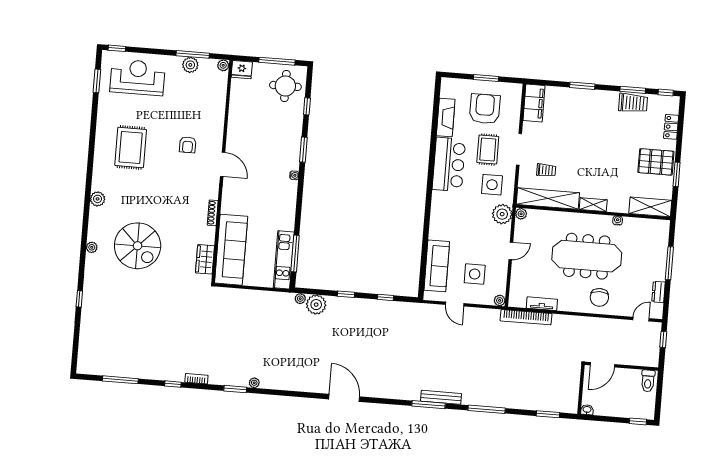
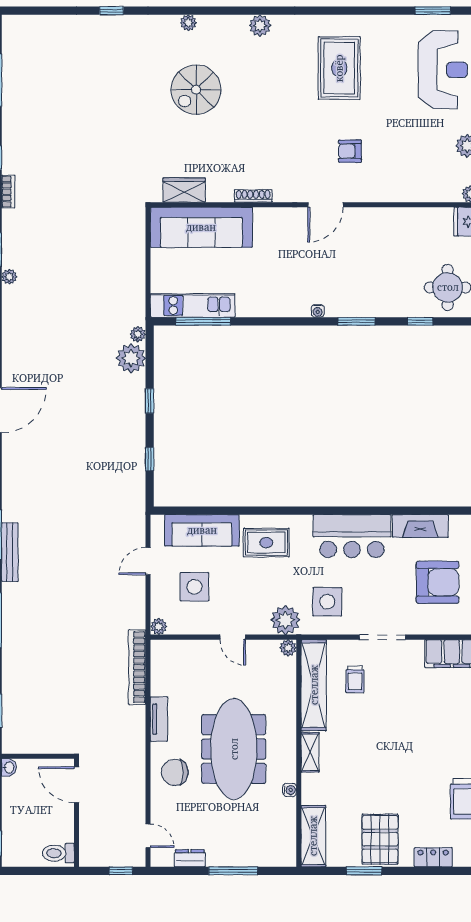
rug: (131, 147) -> (339, 68), turned 90
rug: (488, 150) -> (266, 543), moved
spiral stairs: (138, 246) -> (196, 90), width x0.73, depth x0.73
tv unit: (542, 304) -> (159, 719), moved

